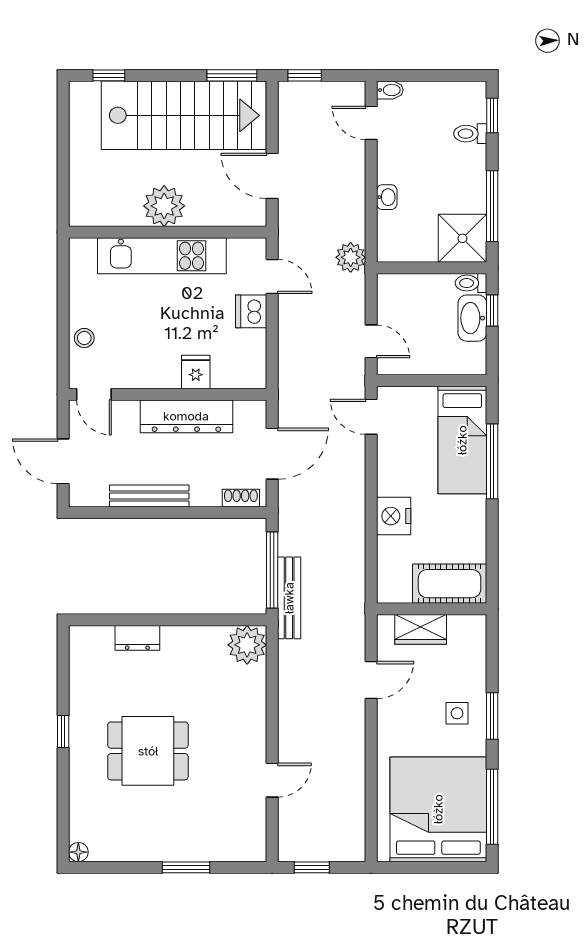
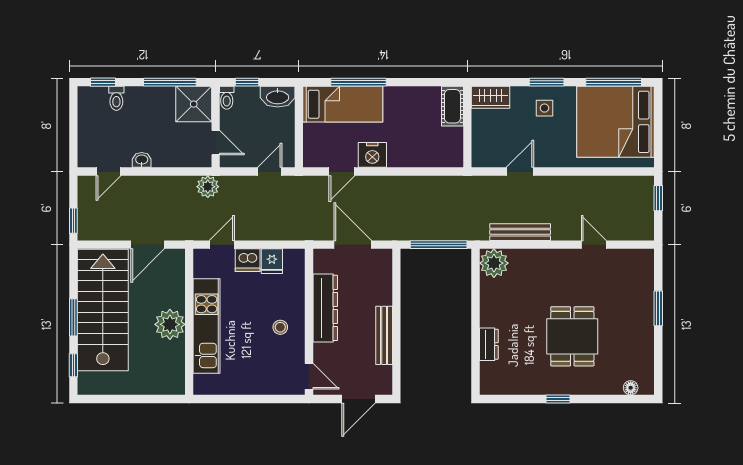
window: (232, 75) -> (73, 317), moved
bidet: (390, 90) -> (84, 158), removed
washbasin: (387, 197) -> (142, 160), moved
door: (410, 268) -> (216, 143), added
washbasin: (472, 318) -> (278, 97), moved
stool: (84, 338) -> (280, 327), moved
fridge: (196, 372) -> (272, 261), moved, turned -90
door: (94, 394) -> (309, 376), hinge flipped
door: (371, 417) -> (342, 172), moved
shoe rack: (241, 498) -> (386, 268), removed
nightstand: (394, 516) -> (372, 155), moved
cot: (450, 584) -> (452, 106), width x0.73, depth x0.75
bench: (289, 598) -> (520, 232), moved
wardrobe: (421, 629) -> (490, 97), moved, turned 90
door: (371, 680) -> (520, 172), hinge flipped
floor lamp: (78, 852) -> (631, 388), moved
window: (312, 867) -> (658, 198), moved

